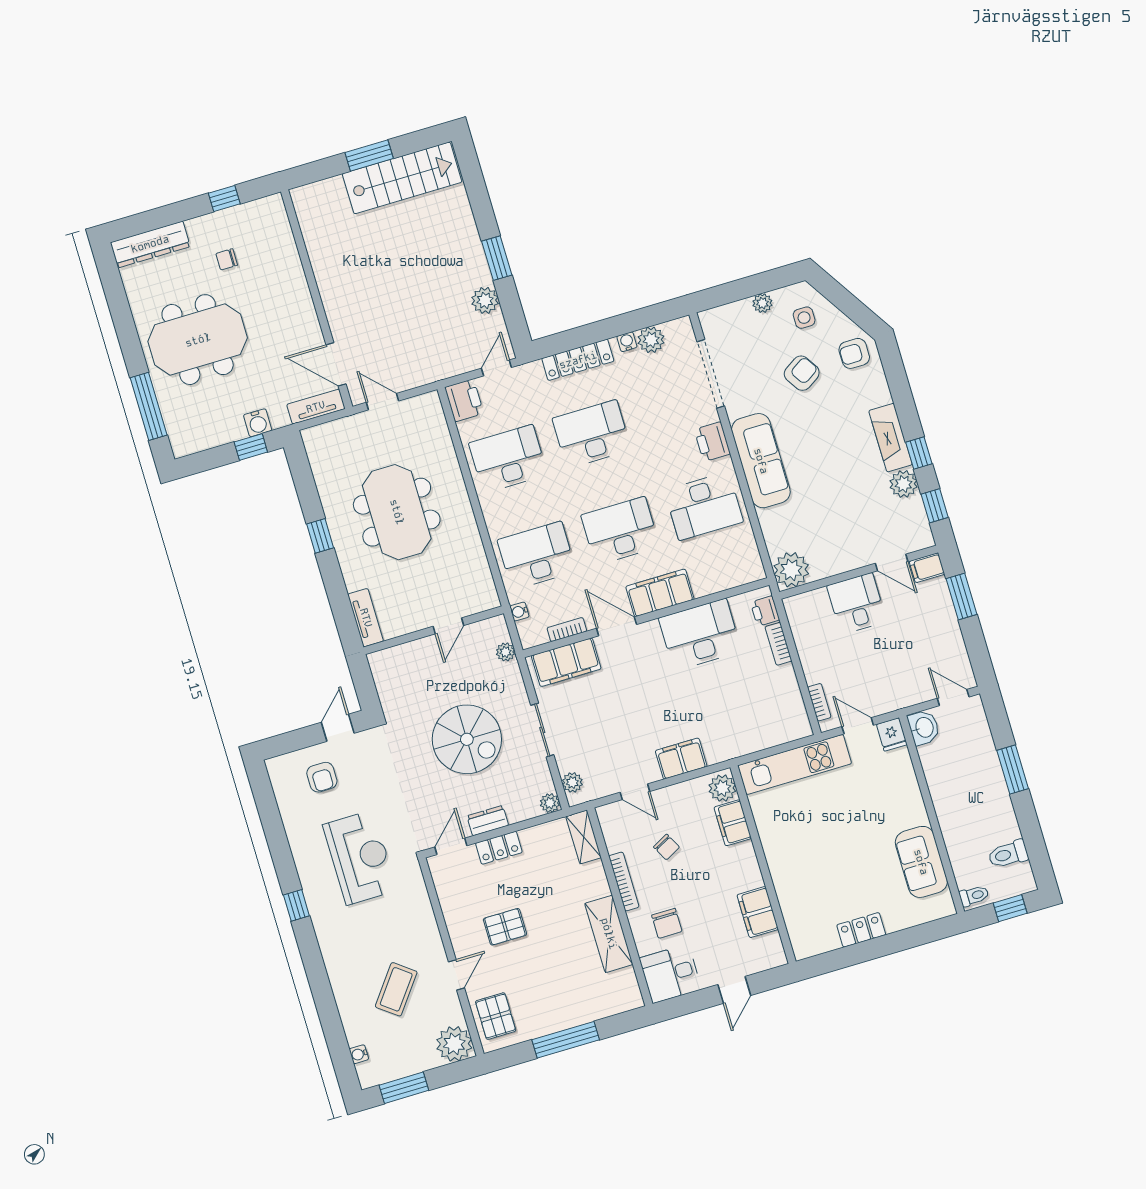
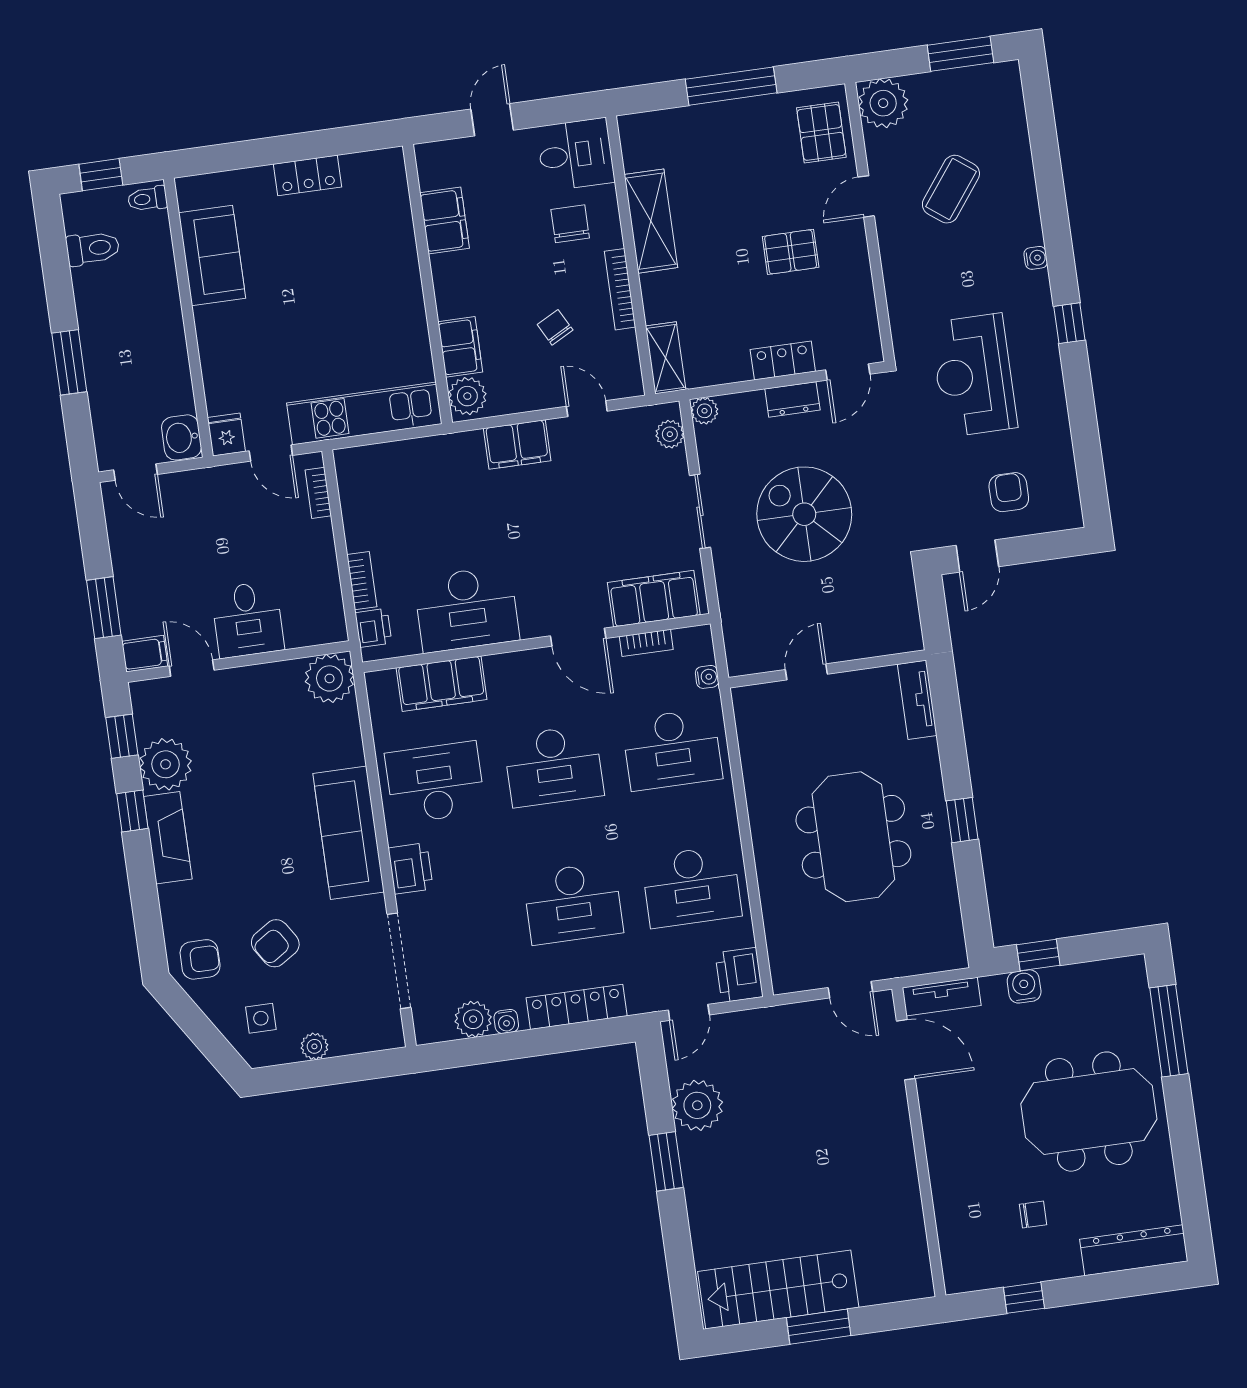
plant: (485, 300) -> (697, 1105), width x1.36, depth x1.36
plant: (904, 484) -> (166, 764), width x1.36, depth x1.36
filing cabinet: (660, 593) -> (442, 684), moved
plant: (505, 652) -> (734, 625), removed
water cooler: (359, 1054) -> (1036, 258), moved

